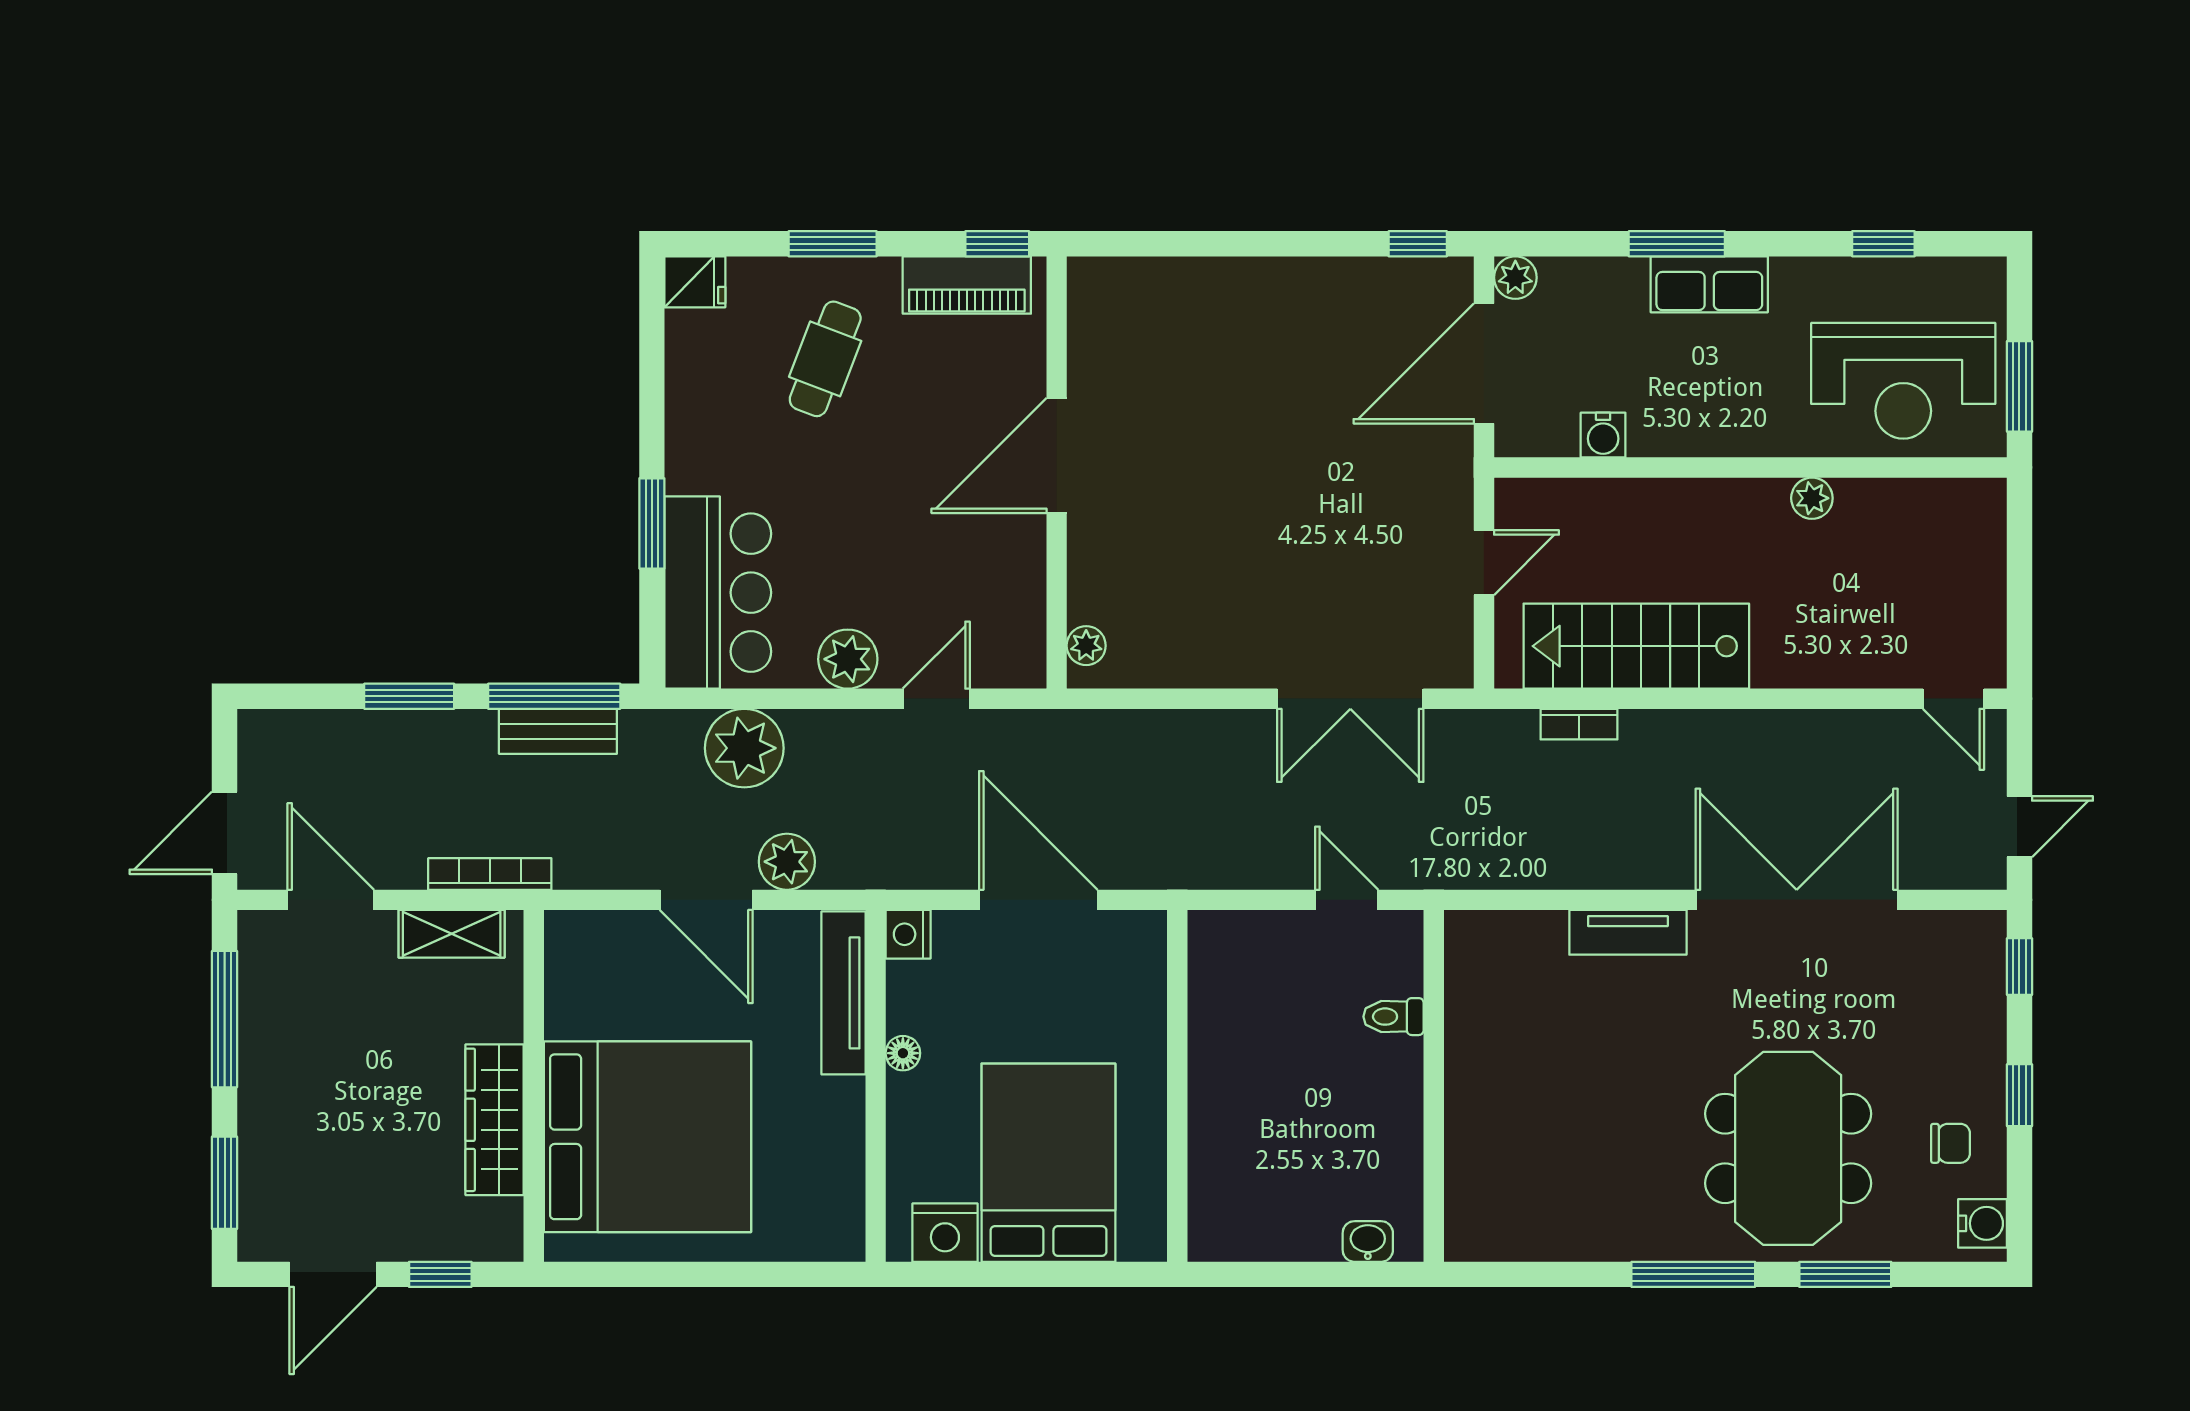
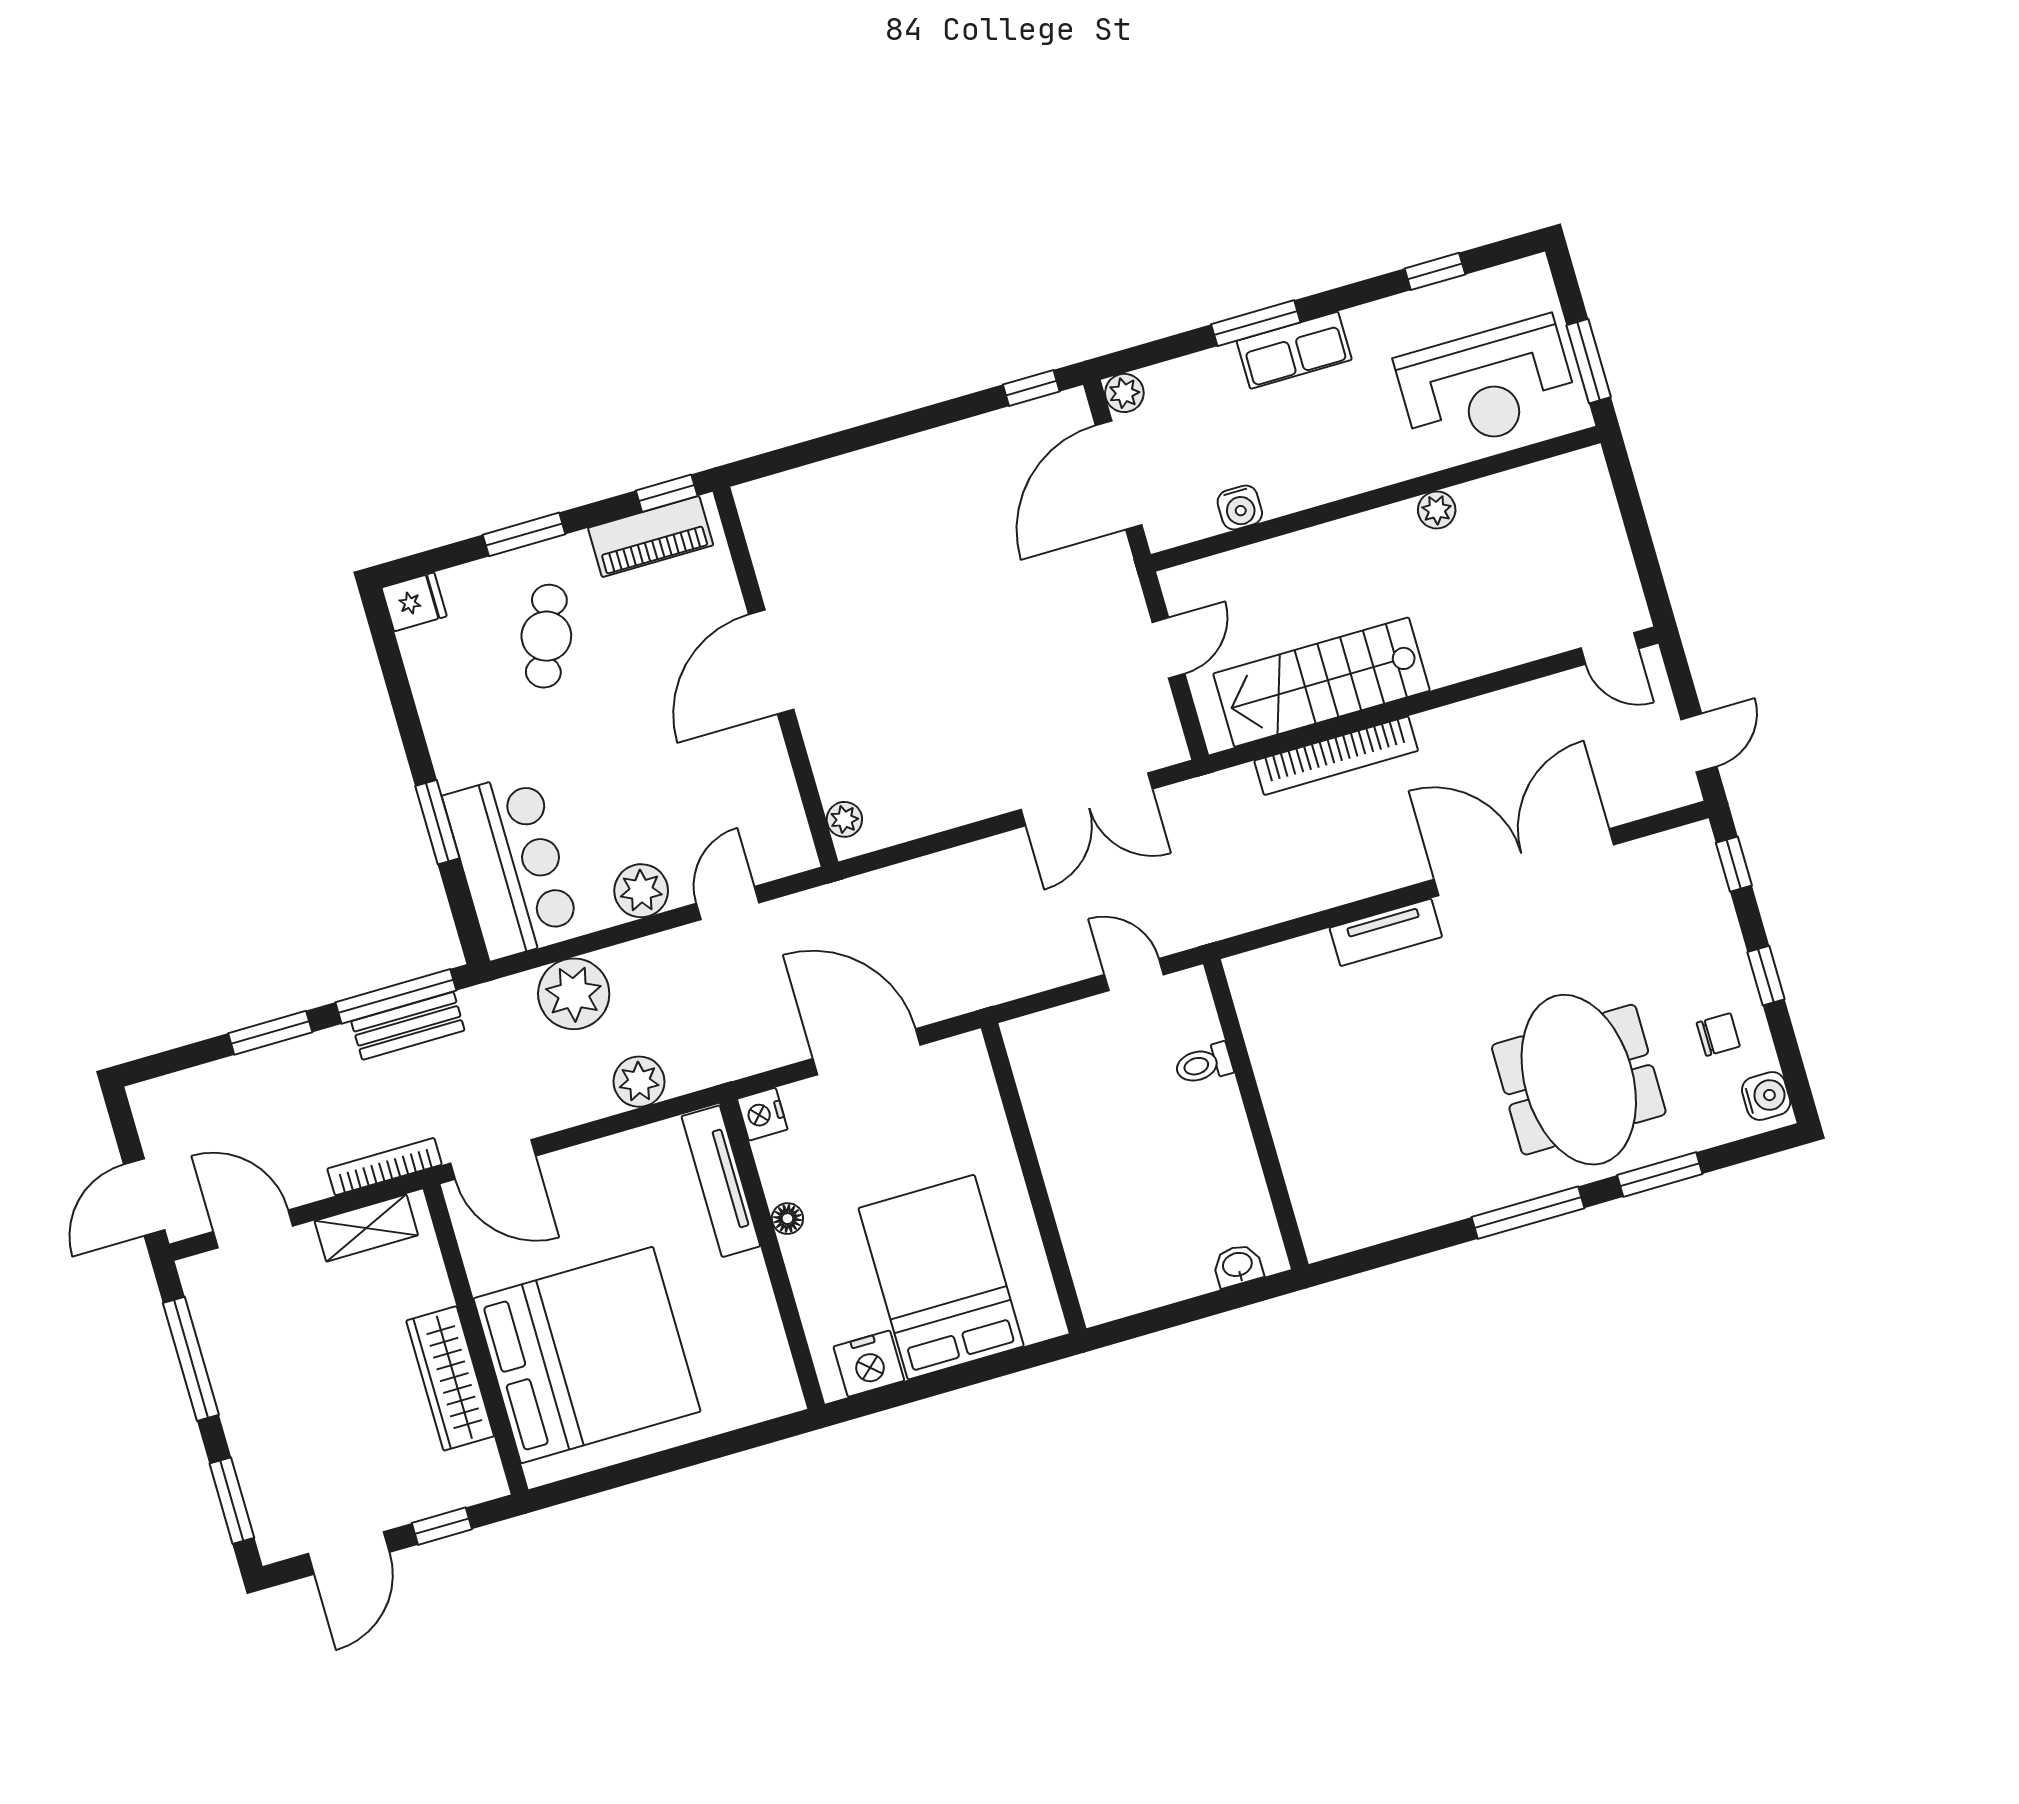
bookcase: (1579, 724) -> (1336, 756), width x2.31, depth x1.31
door: (706, 900) -> (493, 1160), moved

